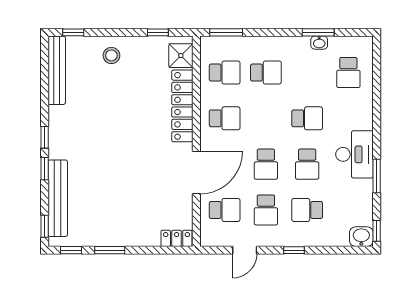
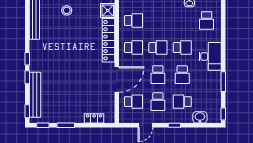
school desk: (266, 73) -> (158, 48), moved
desk: (354, 154) -> (210, 56), moved
washbasin: (361, 237) -> (200, 117), moved
locker: (177, 238) -> (94, 118), moved

